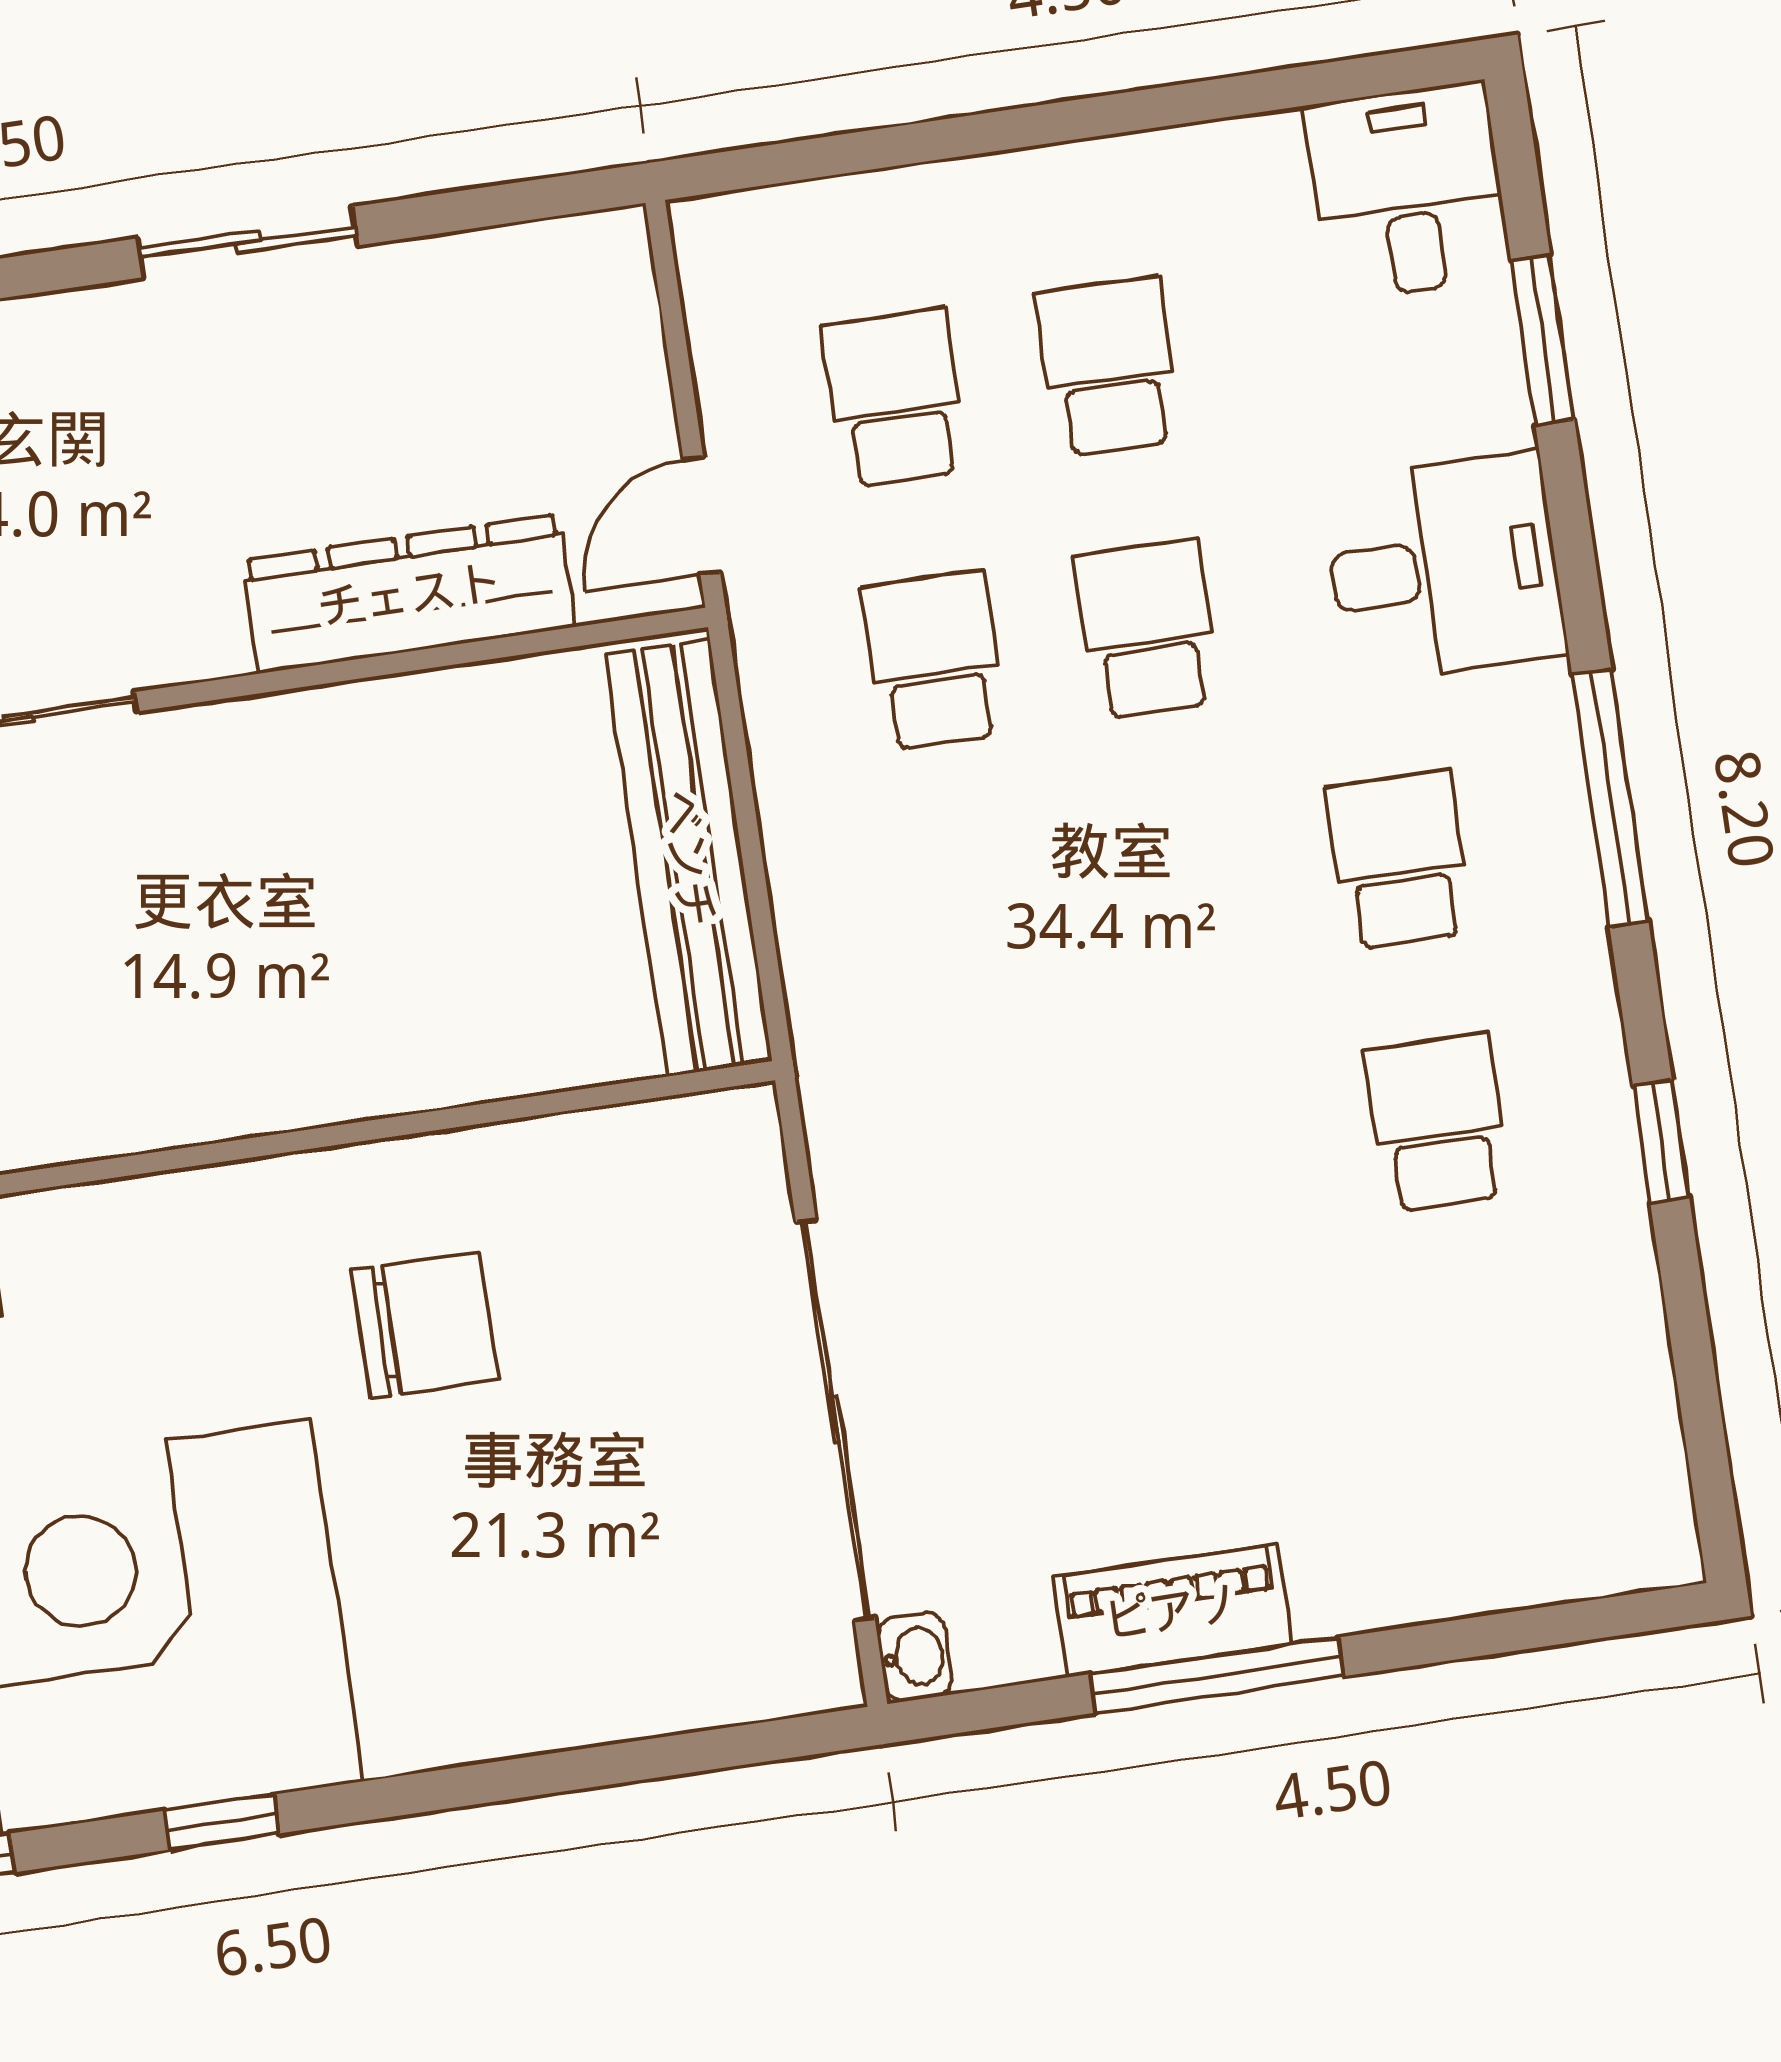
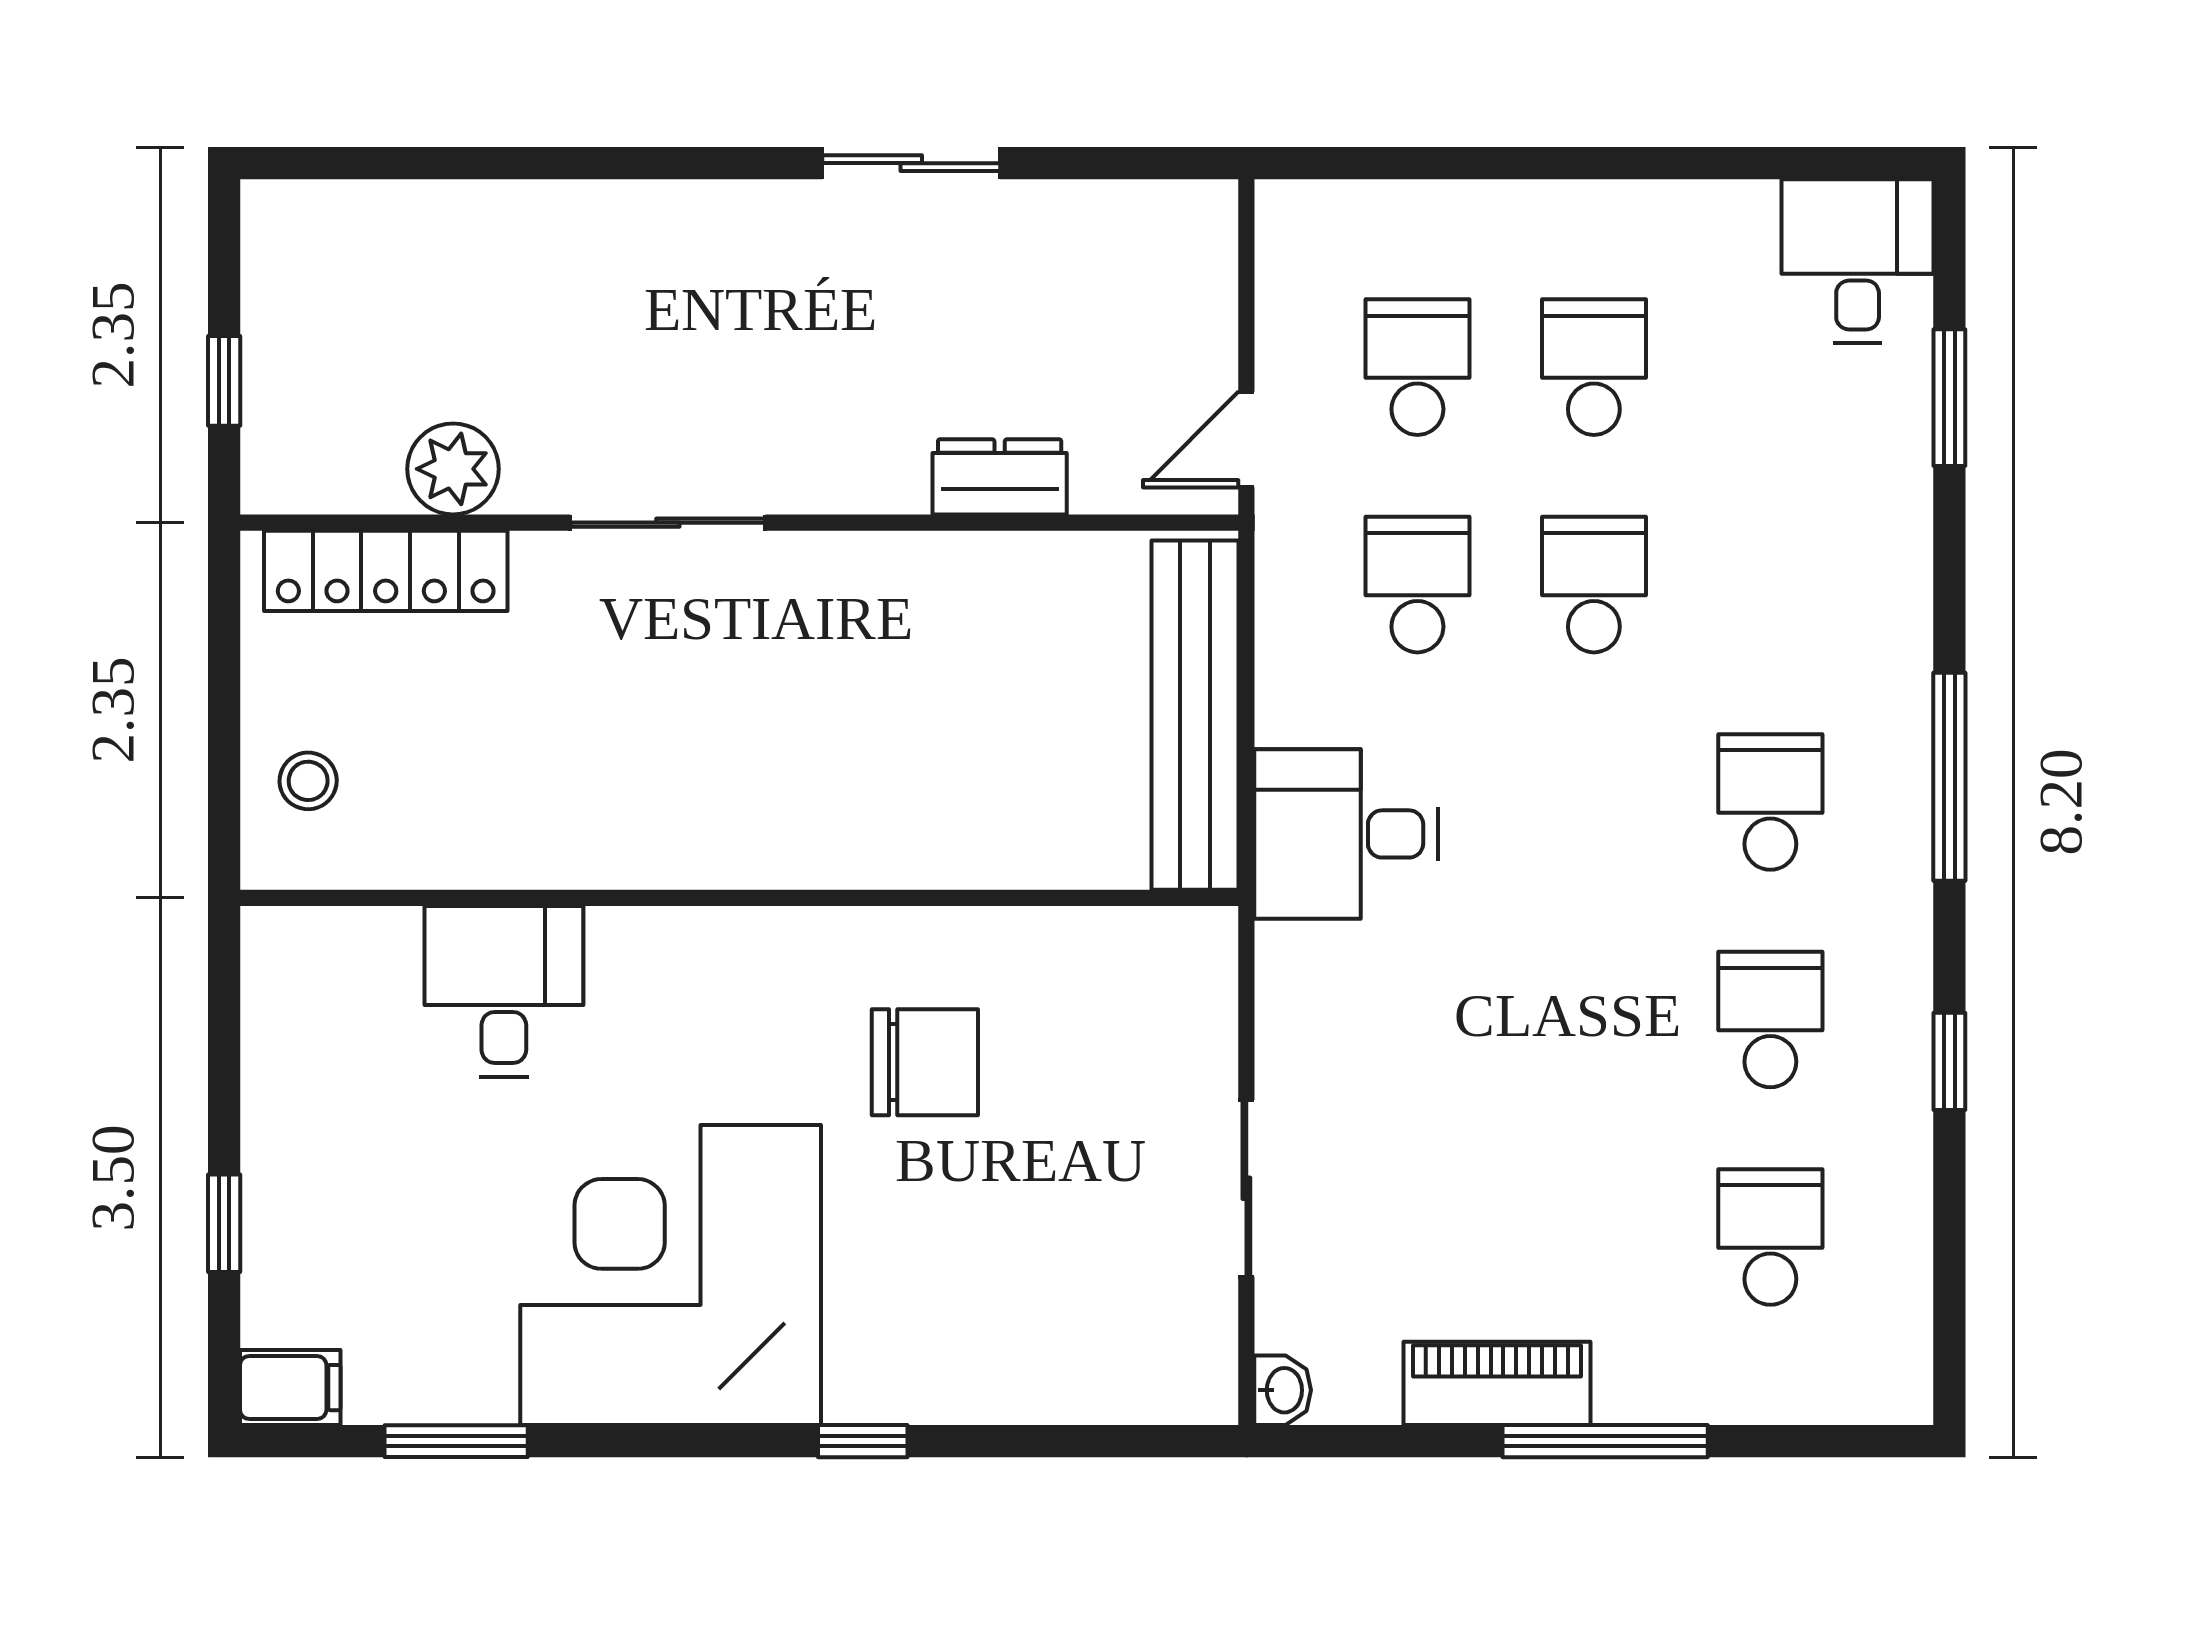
desk: (1444, 568) -> (1346, 834), moved, turned 180
dresser: (409, 594) -> (1000, 477), width x0.51, depth x0.80
school desk: (1476, 1385) -> (1770, 1237), added
sliding door: (835, 1420) -> (1246, 1188), width x0.54
window: (1217, 1675) -> (1605, 1441), moved
window: (222, 1822) -> (863, 1441), moved

